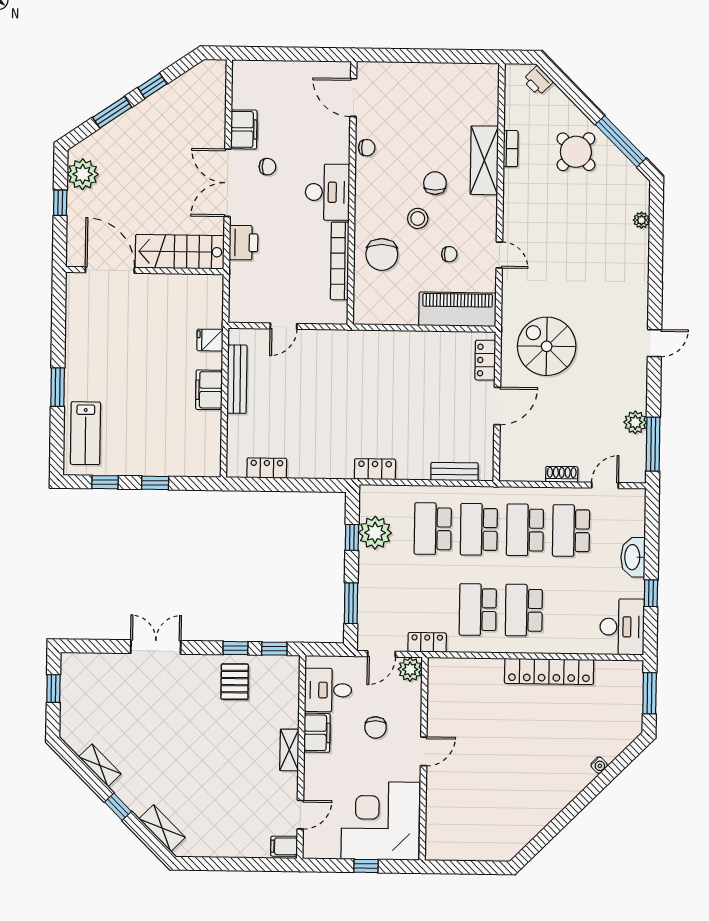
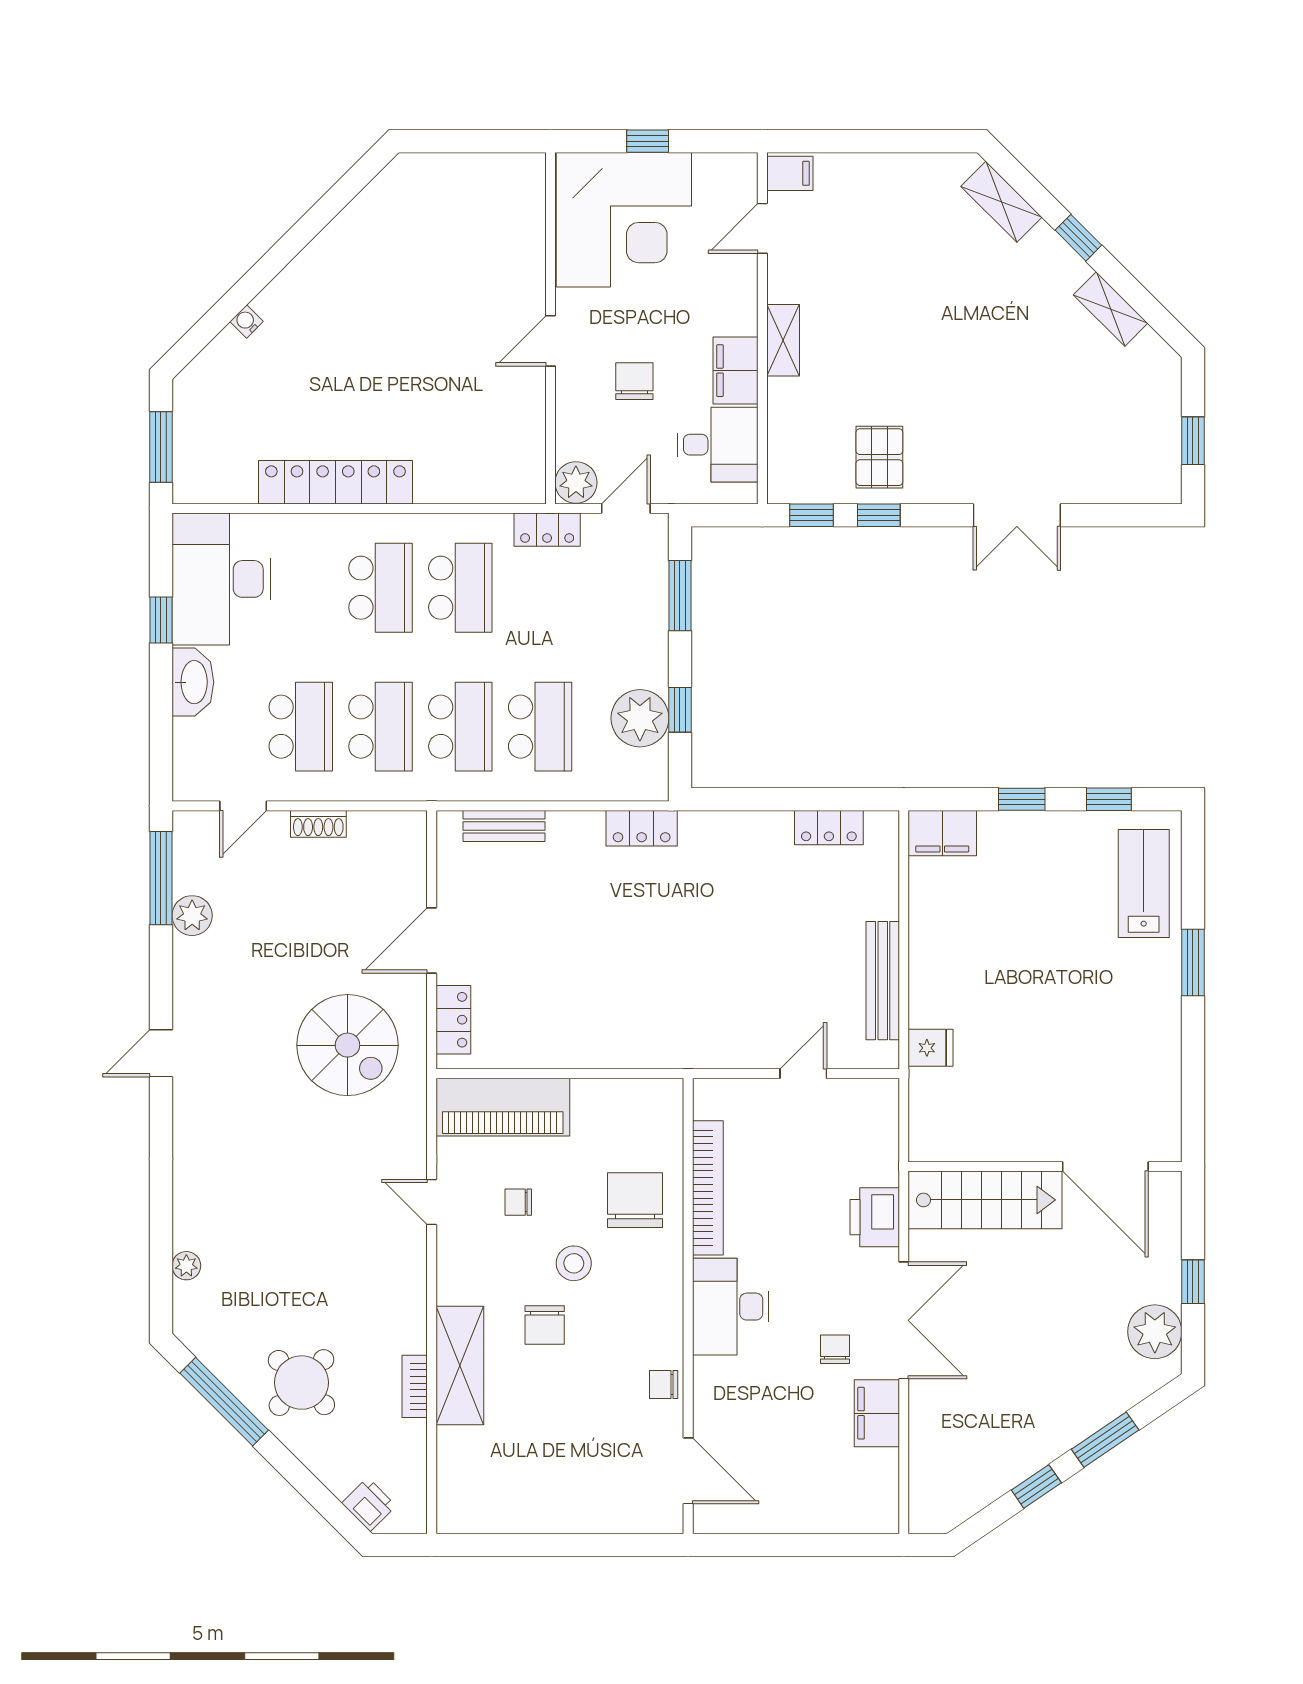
chair: (267, 167) -> (835, 1349), turned 90
filing cabinet: (209, 390) -> (942, 833), moved, turned 90
desk: (622, 627) -> (222, 579), width x1.36, depth x1.30

